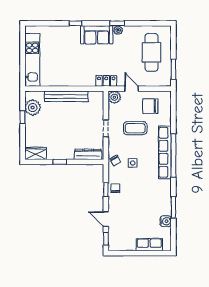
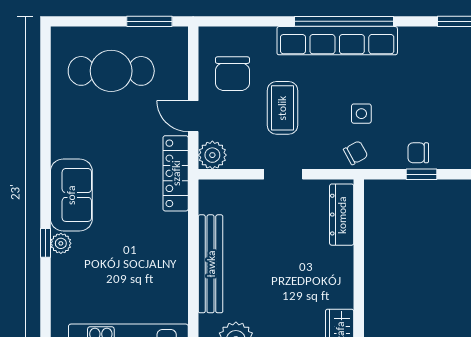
window: (117, 23) -> (45, 149), removed
plant: (118, 30) -> (61, 243), moved
locker: (106, 81) -> (176, 173), width x1.53
door: (132, 89) -> (193, 116), hinge flipped
window: (60, 162) -> (359, 279), removed

